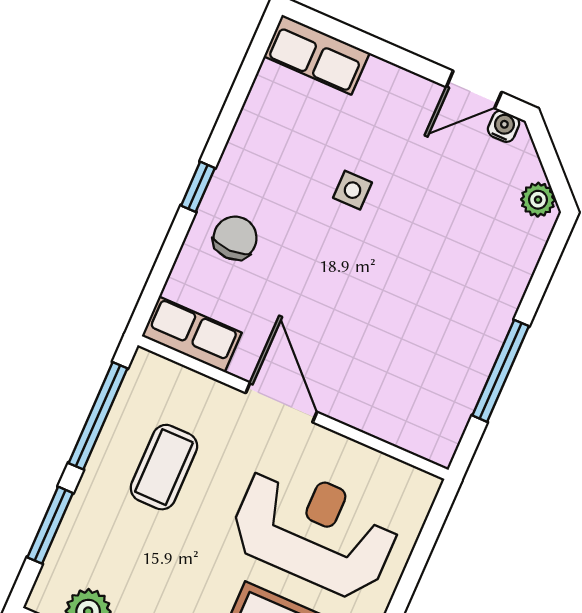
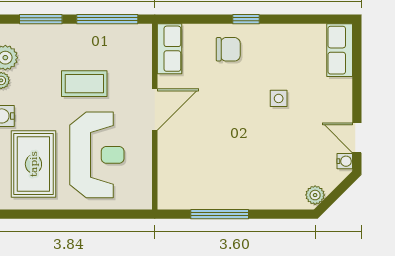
coffee table: (164, 467) -> (84, 84), moved

